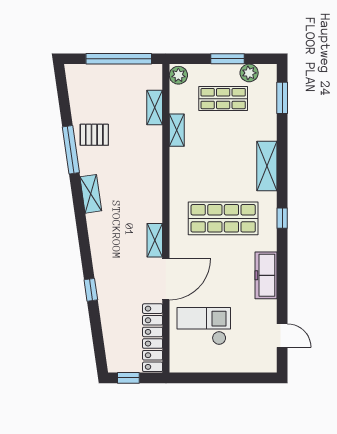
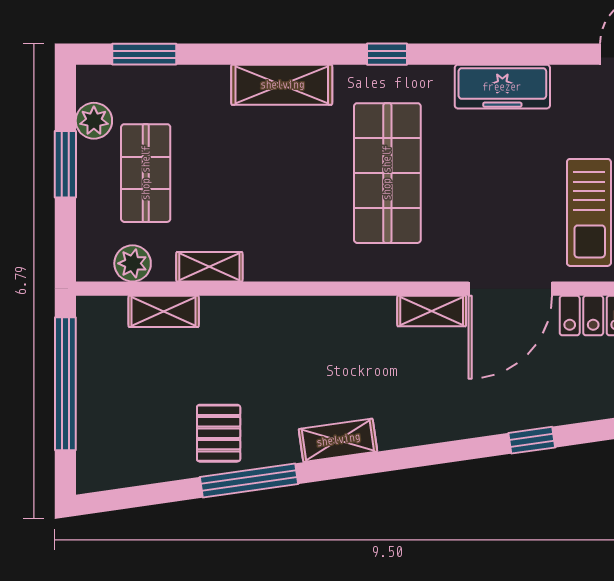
plant: (178, 75) -> (133, 263), moved
door: (166, 279) -> (510, 289), swing flipped

